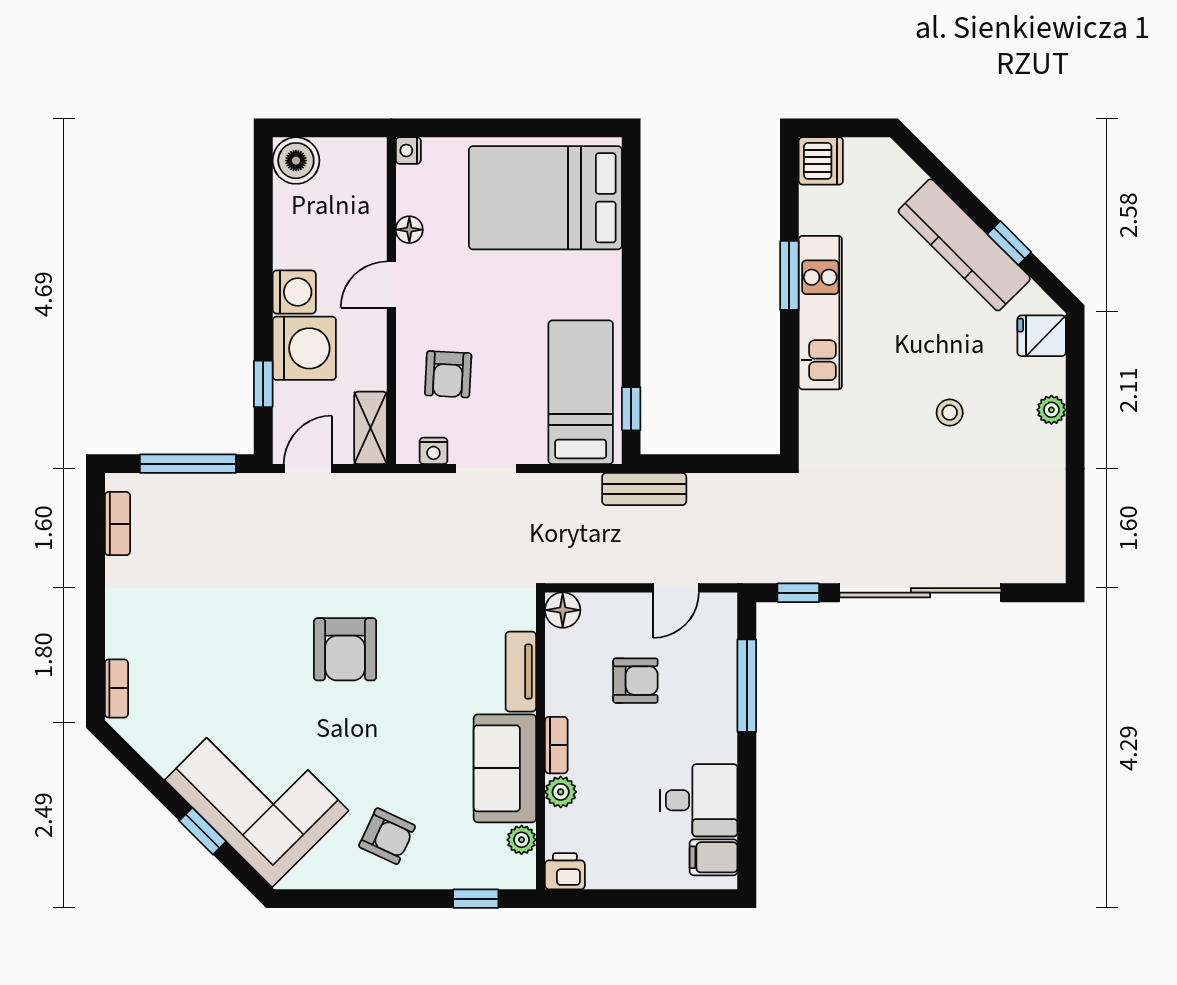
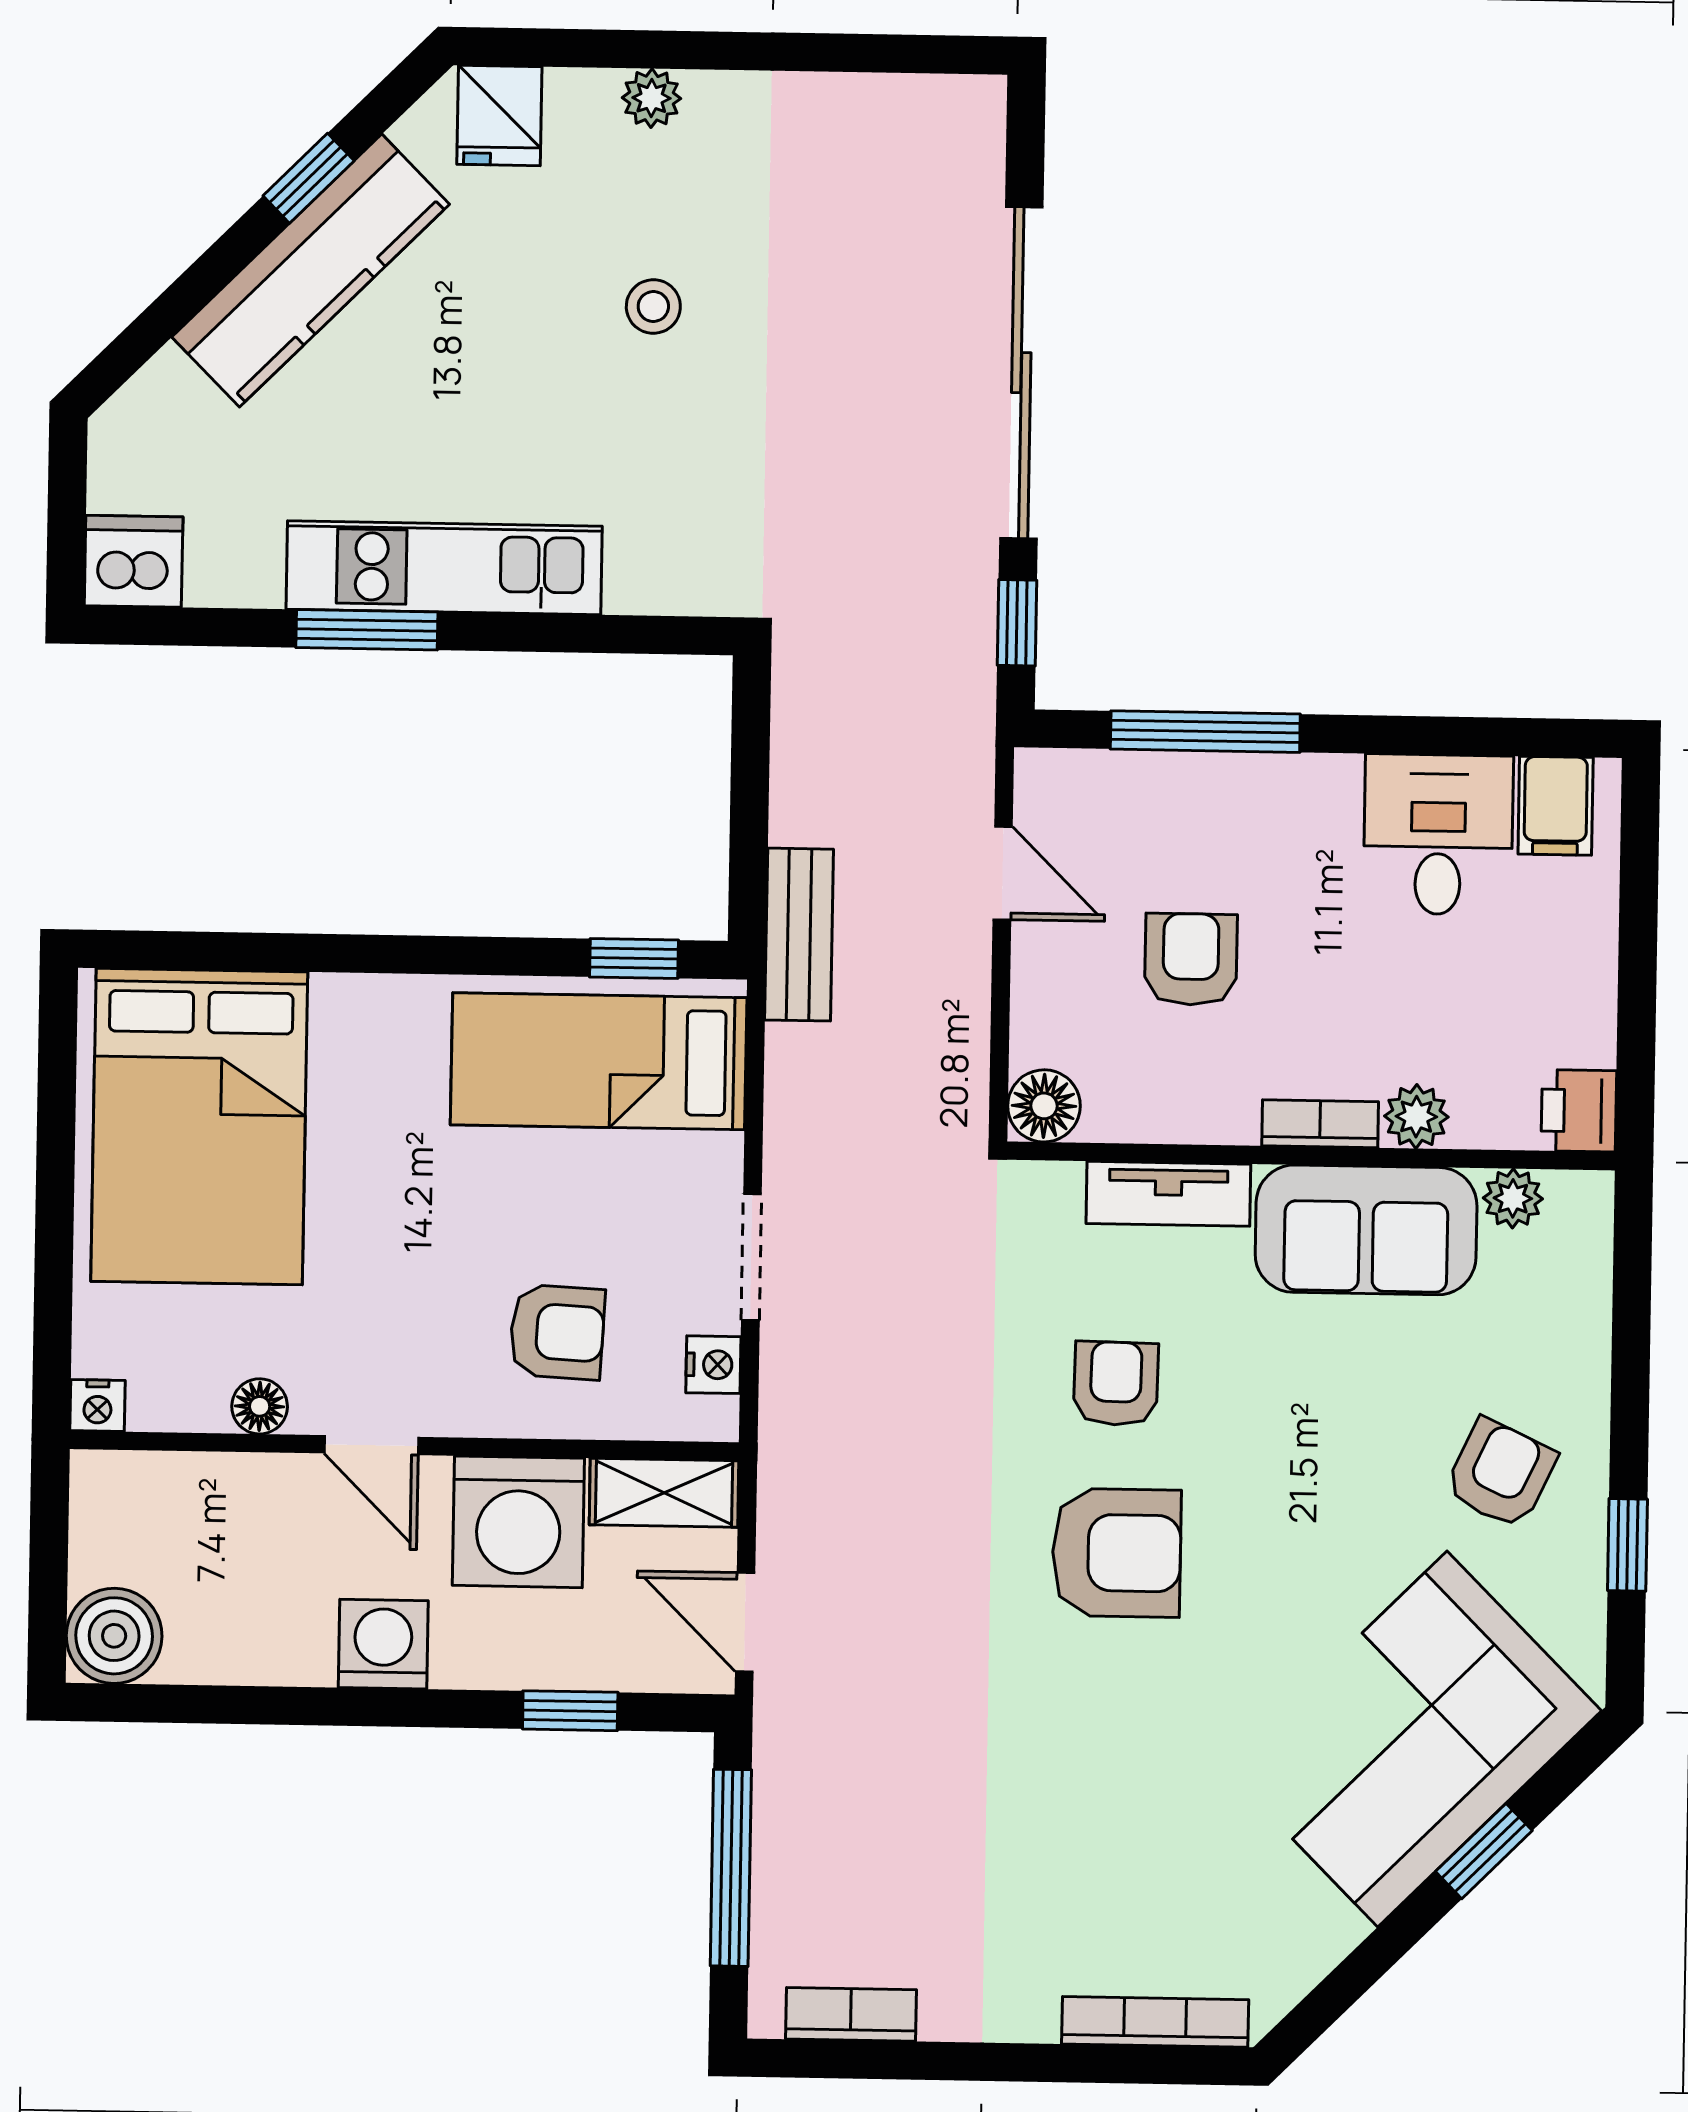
washing machine: (304, 348) -> (518, 1522), moved, turned 180
armchair: (428, 648) -> (1116, 1384), added
bookcase: (116, 688) -> (1155, 2022), width x1.56
window: (476, 899) -> (1627, 1545), moved

